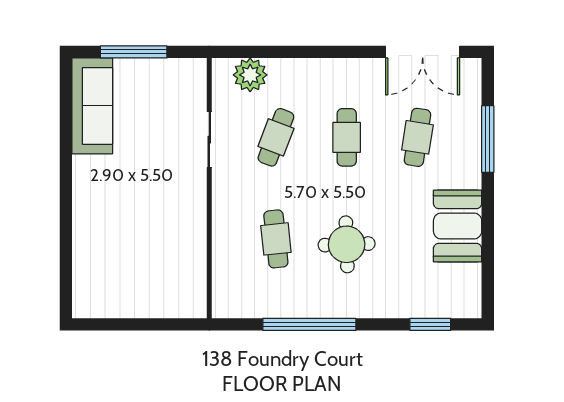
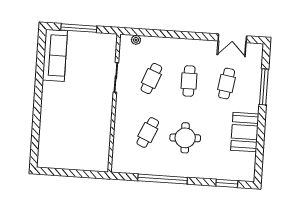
double door: (423, 52) -> (232, 38), width x0.73
plant: (250, 75) -> (136, 40), width x0.53, depth x0.53
cafe table: (276, 239) -> (148, 132), turned 30

